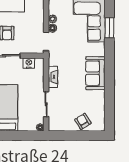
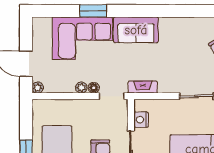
sofa: (95, 73) -> (136, 30), moved
fireplace: (53, 77) -> (143, 87), moved

